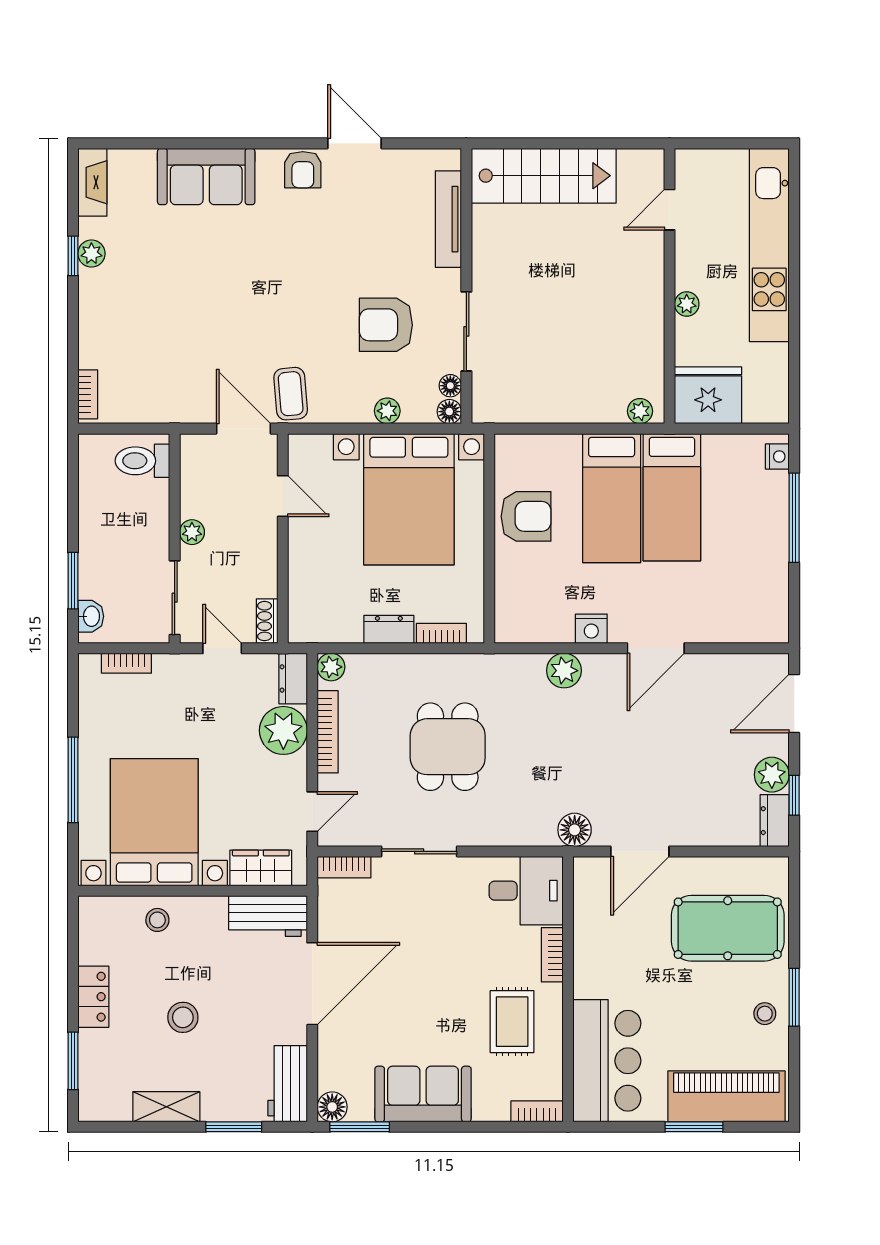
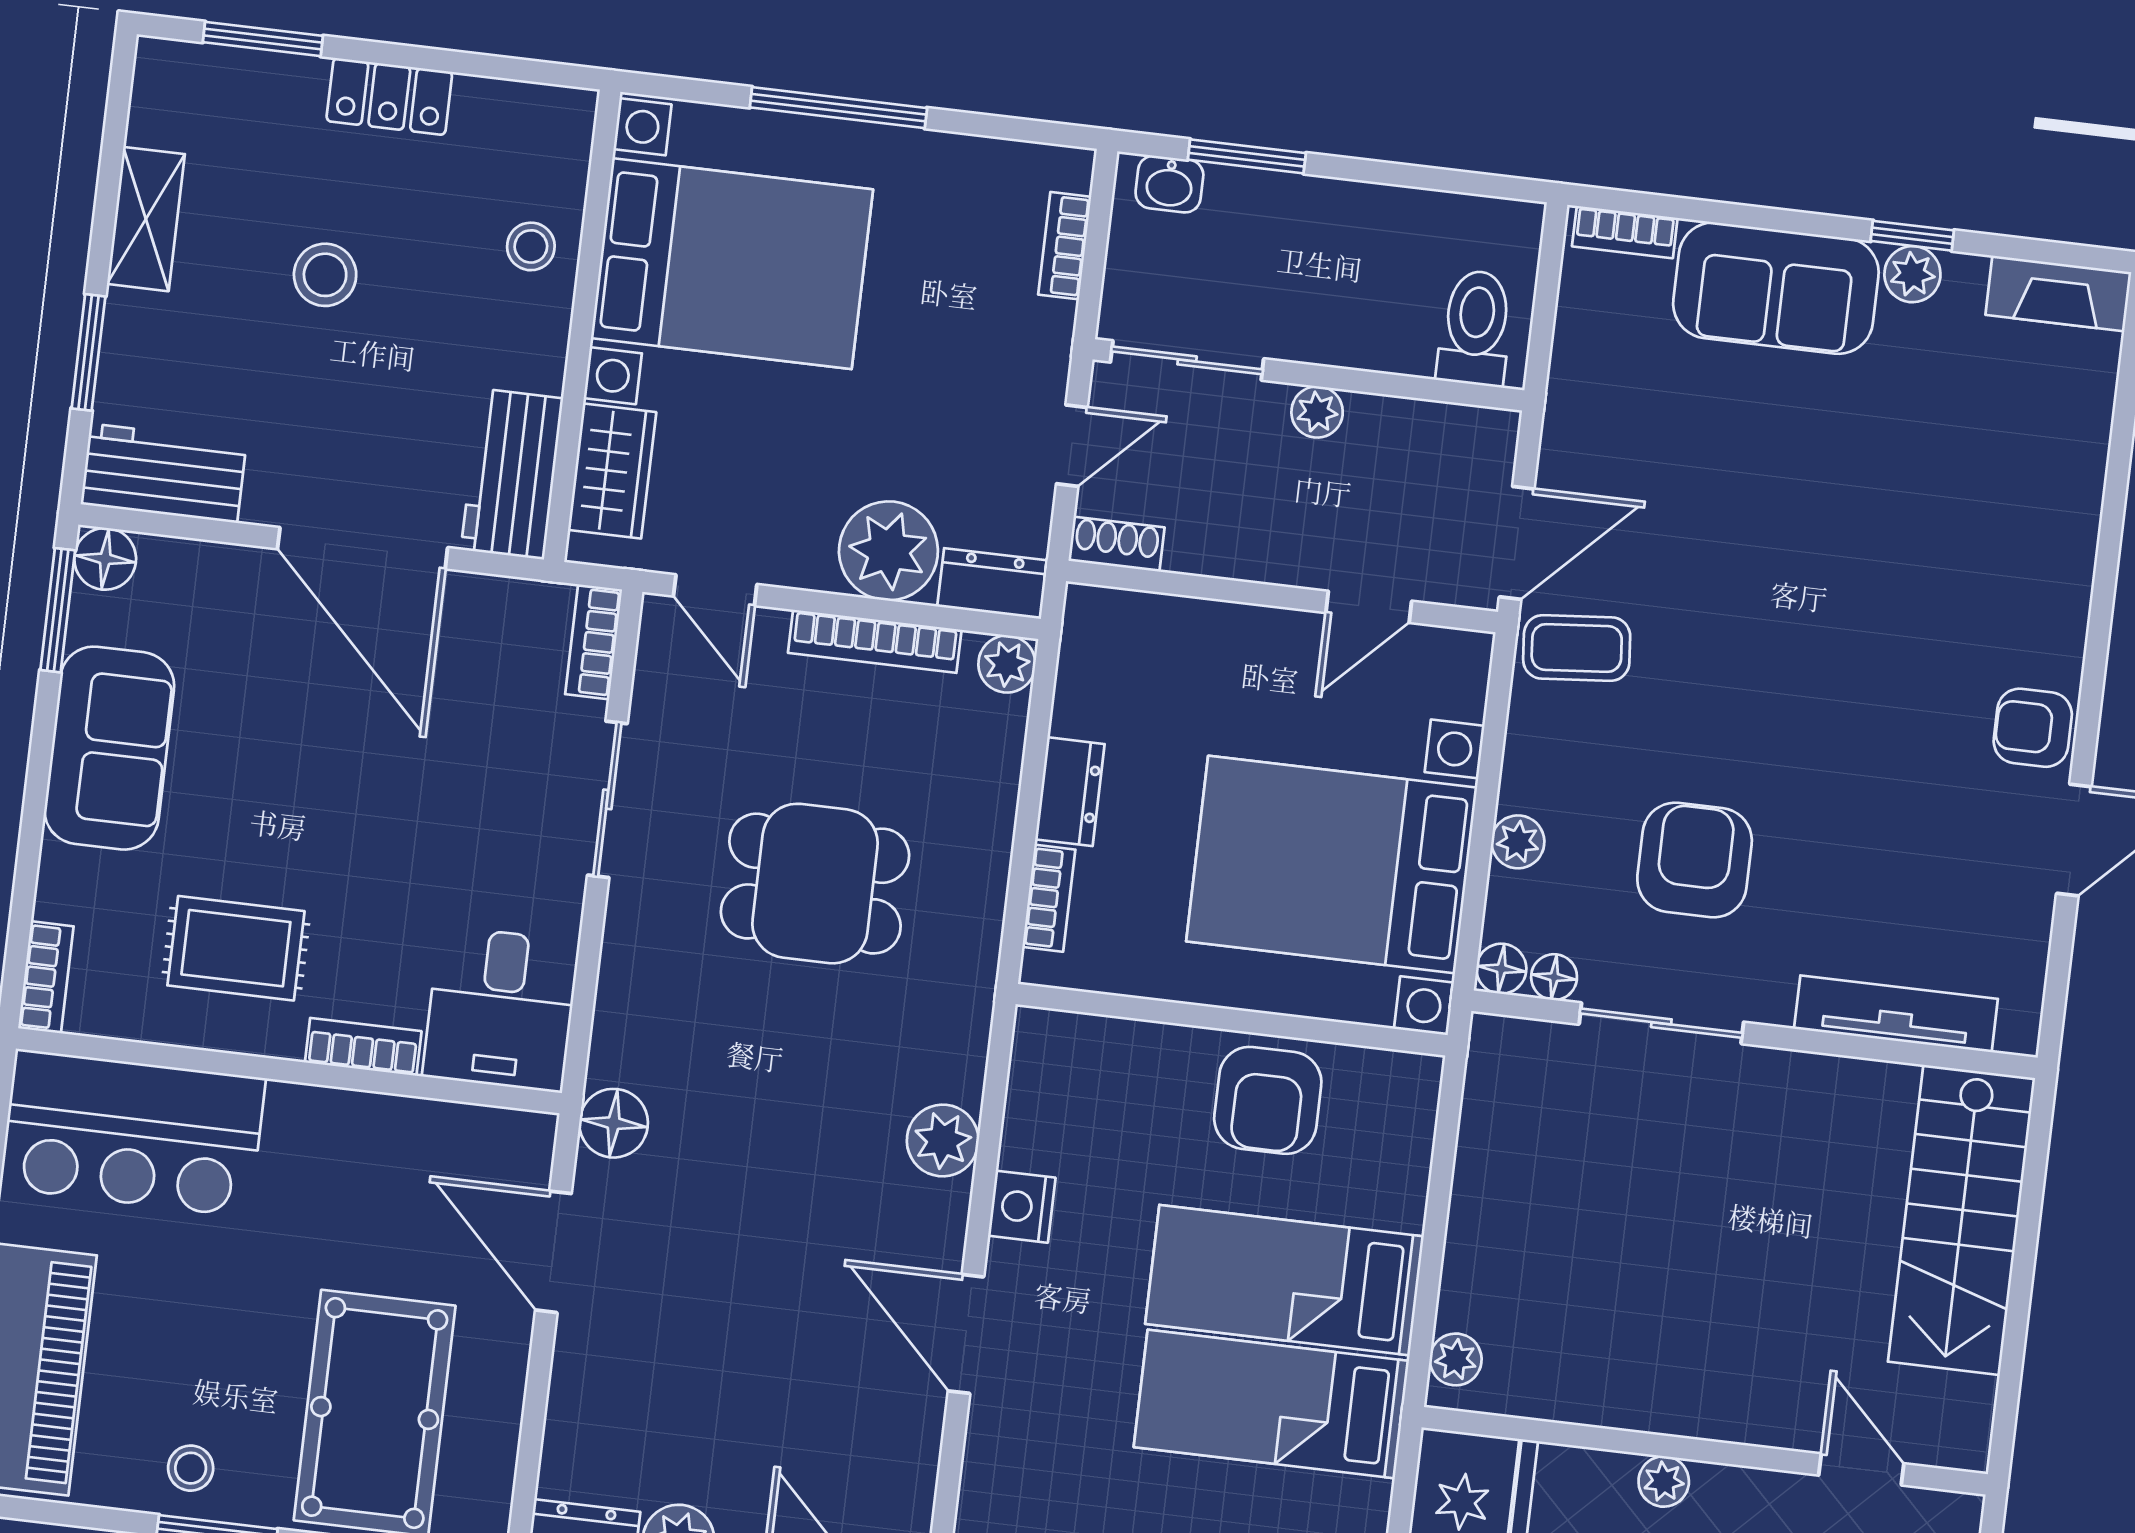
sofa: (206, 176) -> (1776, 288), moved, turned -90

